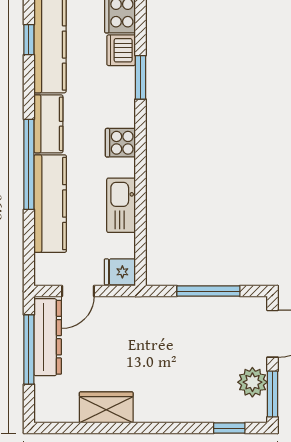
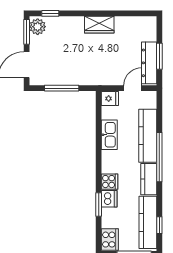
dishwasher: (121, 50) -> (109, 199), moved
cooker: (120, 143) -> (110, 182), moved
window: (29, 349) -> (159, 56), width x0.69
plant: (252, 382) -> (38, 27), moved
wardrobe: (106, 407) -> (99, 25), moved

